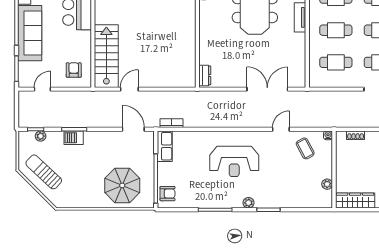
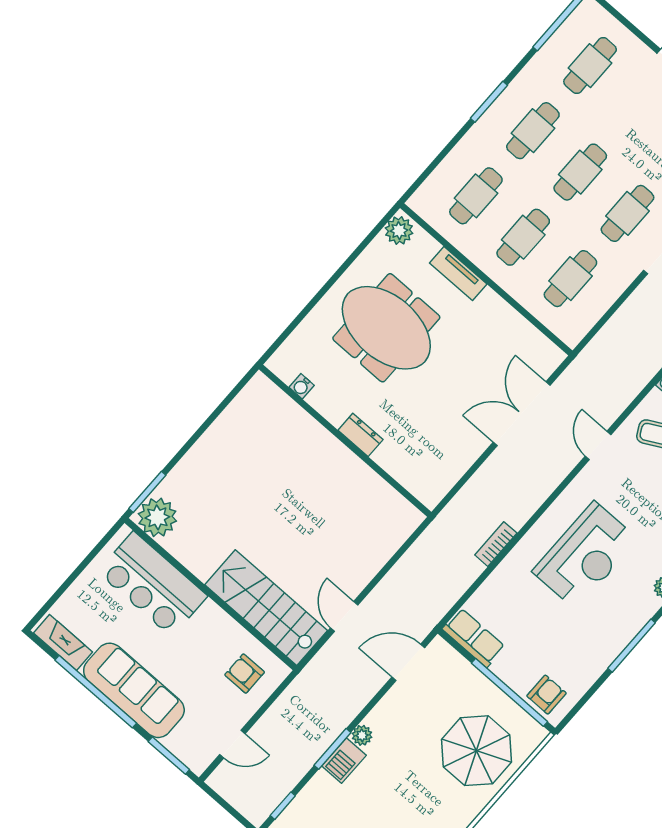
dresser: (205, 75) -> (360, 435), moved
door: (42, 89) -> (232, 744), swing flipped
bookcase: (172, 123) -> (496, 544), moved
plant: (41, 136) -> (362, 735), moved

